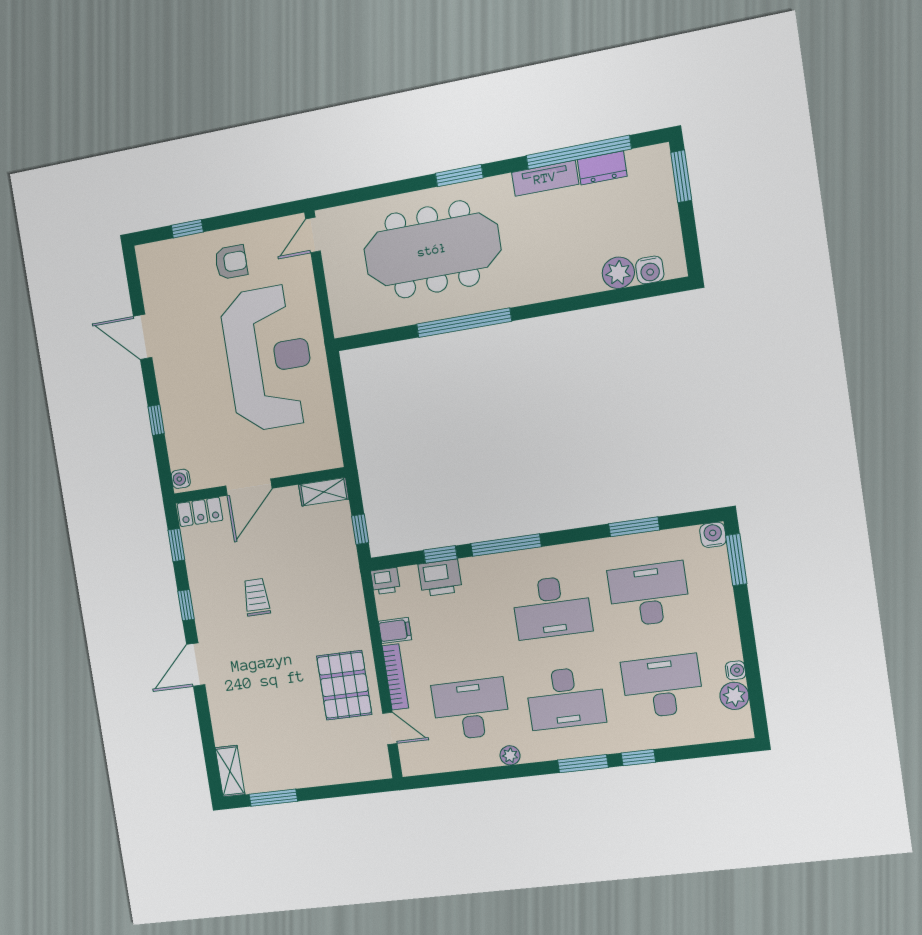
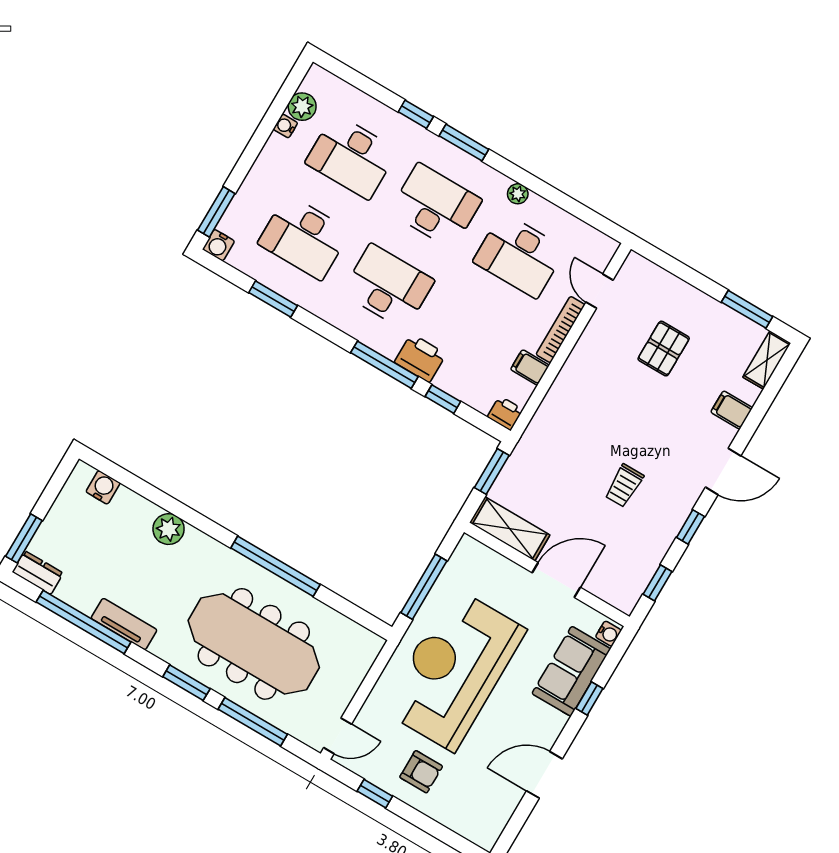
dresser: (602, 168) -> (38, 573), moved
window: (385, 190) -> (253, 722), added
window: (187, 229) -> (375, 794), moved
armchair: (231, 262) -> (421, 772), turned 180
plant: (618, 273) -> (169, 529), moved
door: (143, 337) -> (544, 775), swing flipped
window: (340, 401) -> (424, 587), added
sofa: (185, 429) -> (571, 671), added
shelving: (324, 492) -> (510, 529), width x1.50, depth x1.33
locker: (200, 512) -> (615, 594), removed
window: (360, 529) -> (492, 471), width x1.50
printer: (440, 578) -> (420, 358), moved
pallet: (344, 685) -> (664, 349), moved, width x0.67, depth x0.71
filing cabinet: (225, 715) -> (732, 410), added

